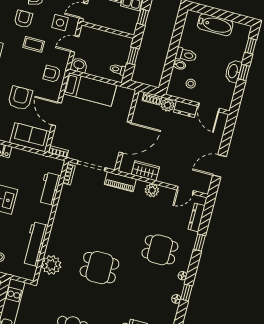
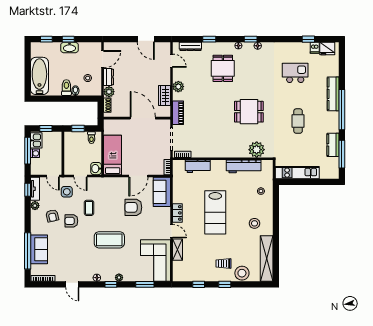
bathtub: (215, 25) -> (39, 76), width x1.36, depth x1.36
armchair: (52, 74) -> (108, 188), removed
dining table: (99, 268) -> (249, 112), turned 90

